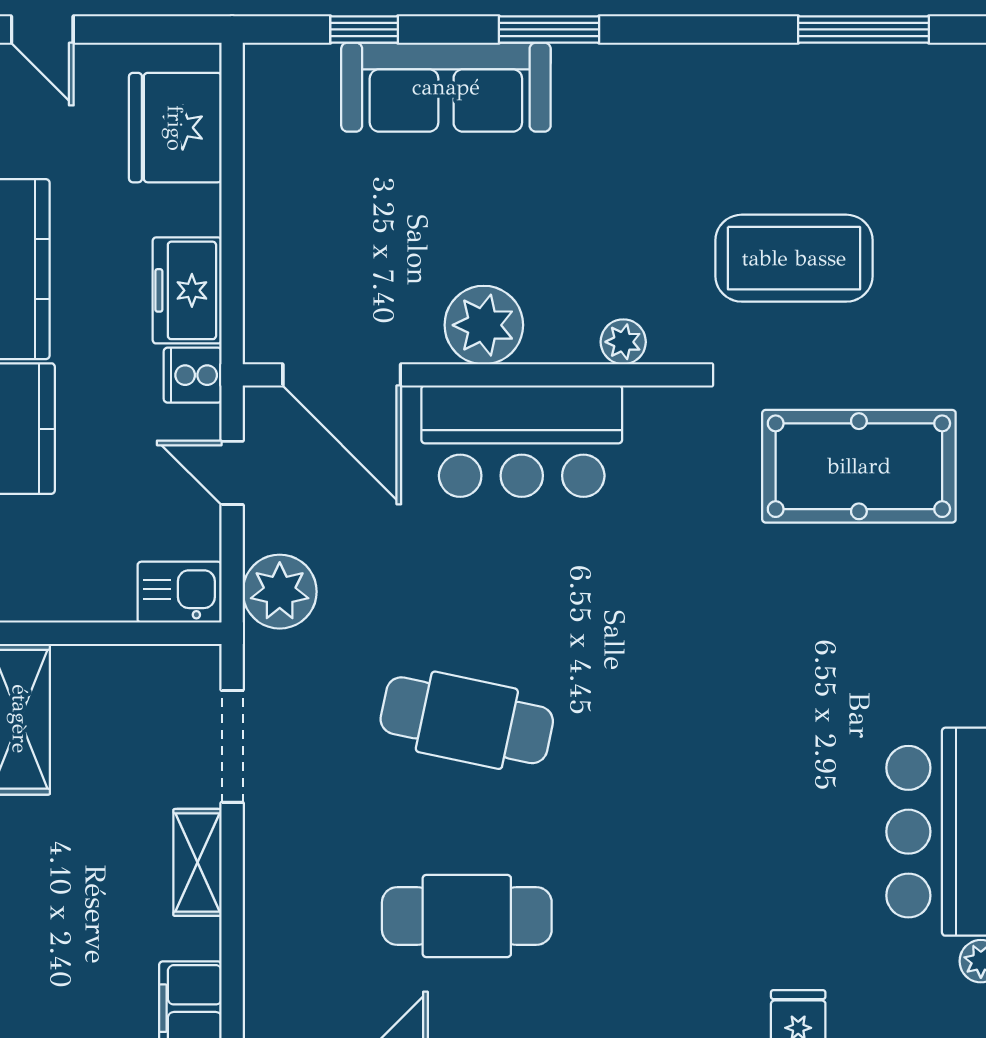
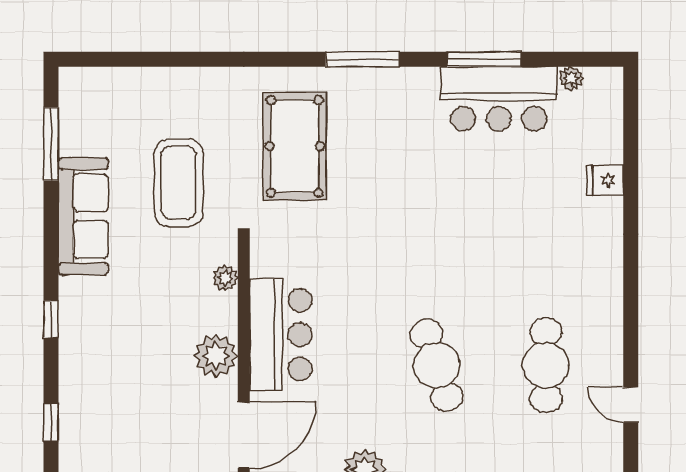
window: (549, 29) -> (51, 319), width x0.67
sofa: (446, 87) -> (83, 216), moved
cafe table: (467, 720) -> (437, 365), turned -30

